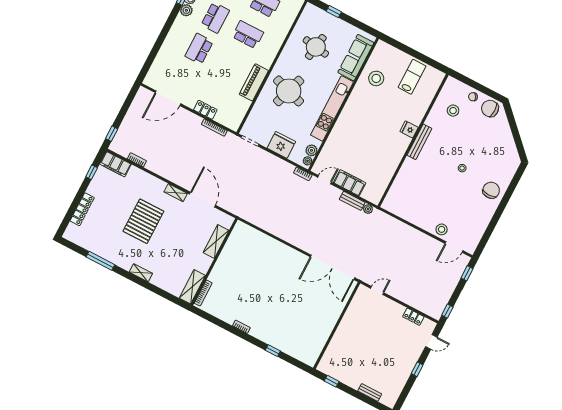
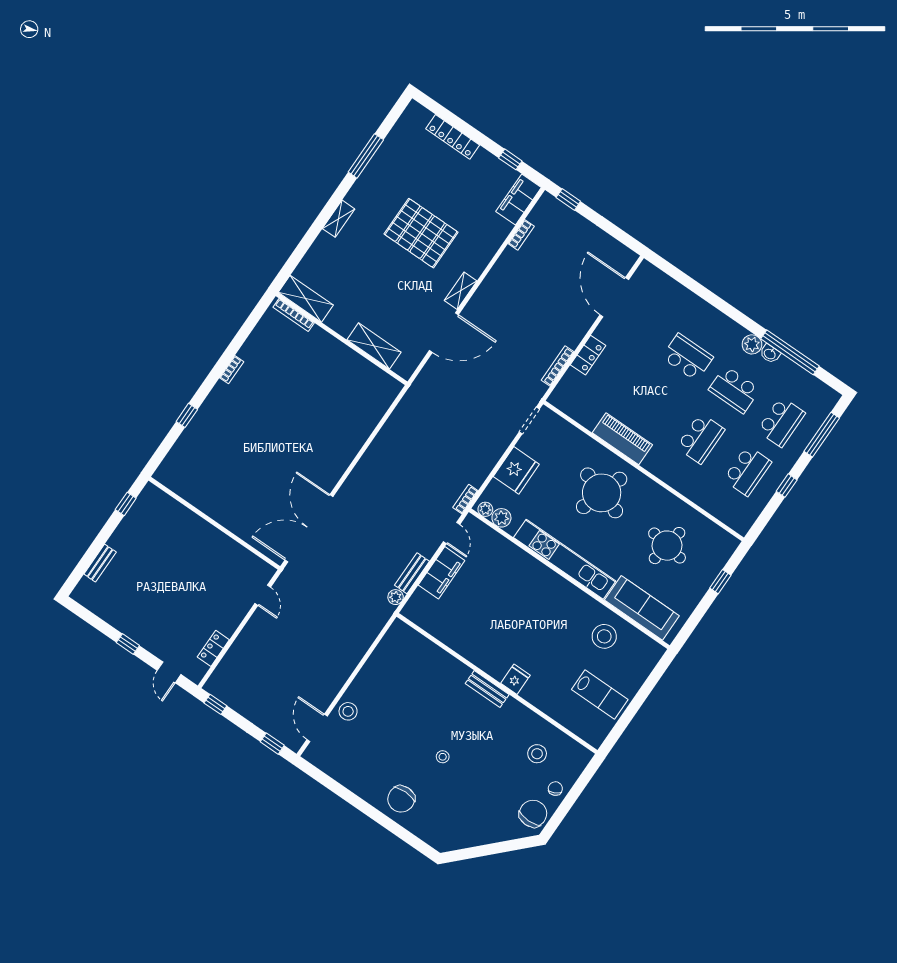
bench: (419, 142) -> (487, 689), width x0.73
chair: (491, 190) -> (401, 799), turned 90

